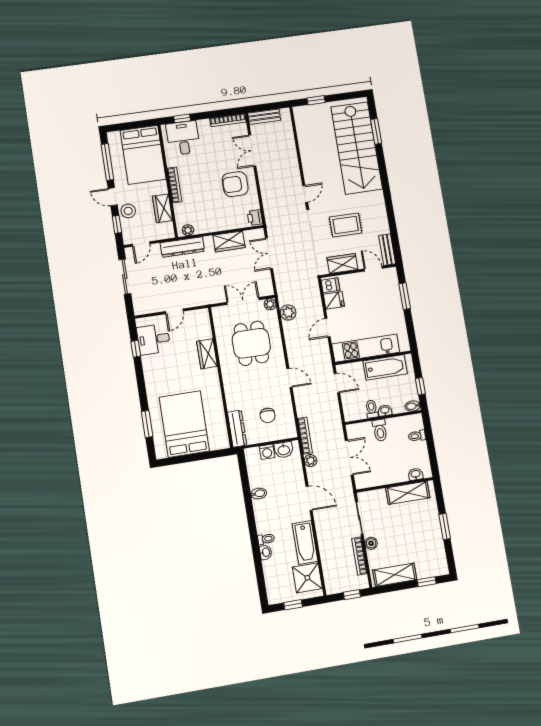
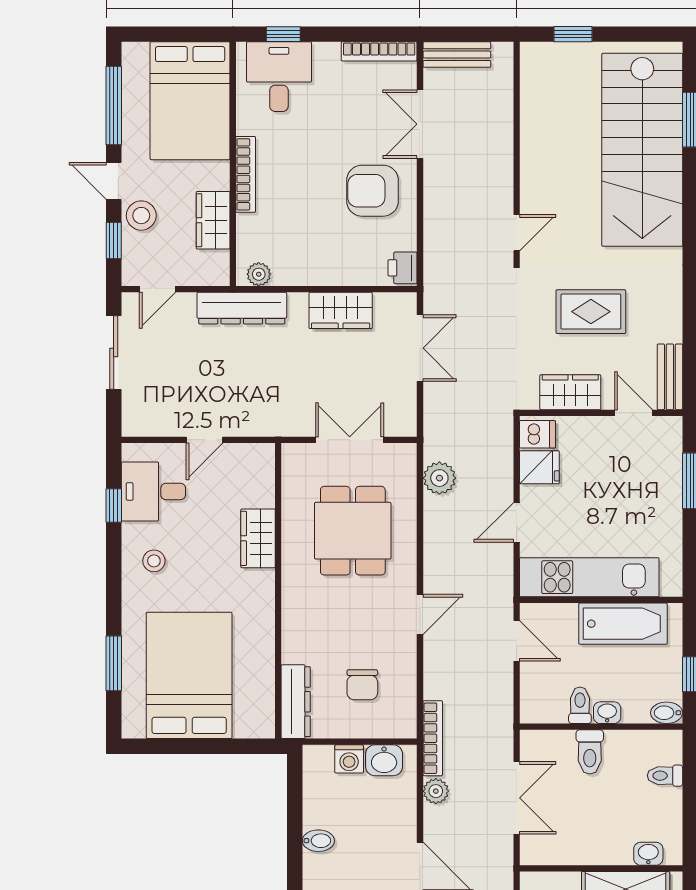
double door: (269, 253) -> (420, 348), swing flipped
plant: (270, 304) -> (405, 455), removed
stool: (159, 372) -> (154, 561), added
door: (289, 378) -> (420, 614), hinge flipped

